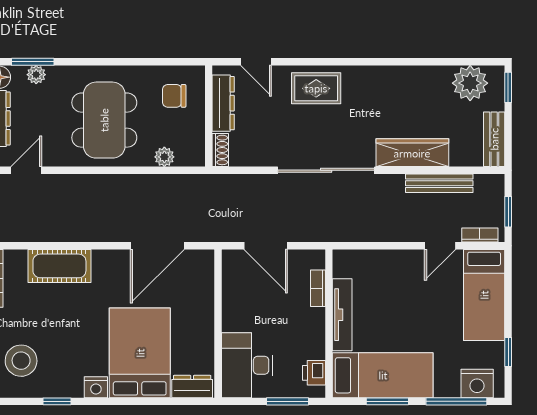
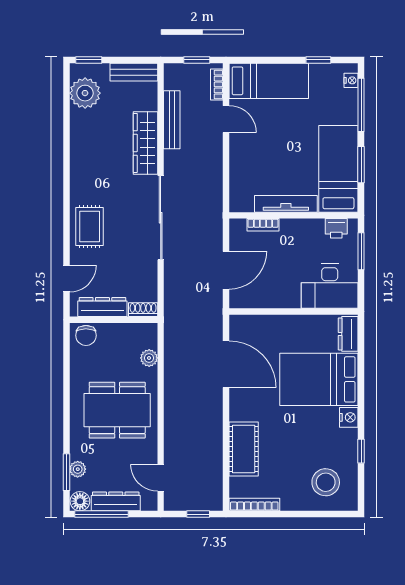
chair: (174, 96) -> (86, 335), moved
nightstand: (477, 384) -> (351, 80), width x0.53, depth x0.56

